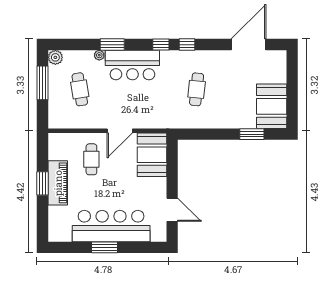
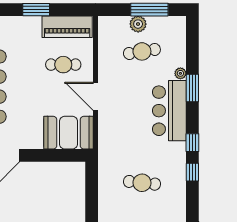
plant: (55, 57) -> (138, 24), moved
piano: (58, 183) -> (67, 27), moved

